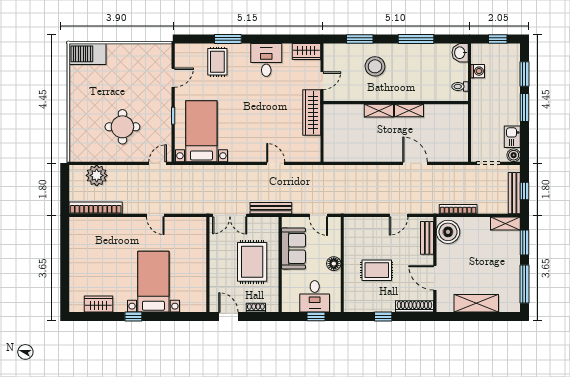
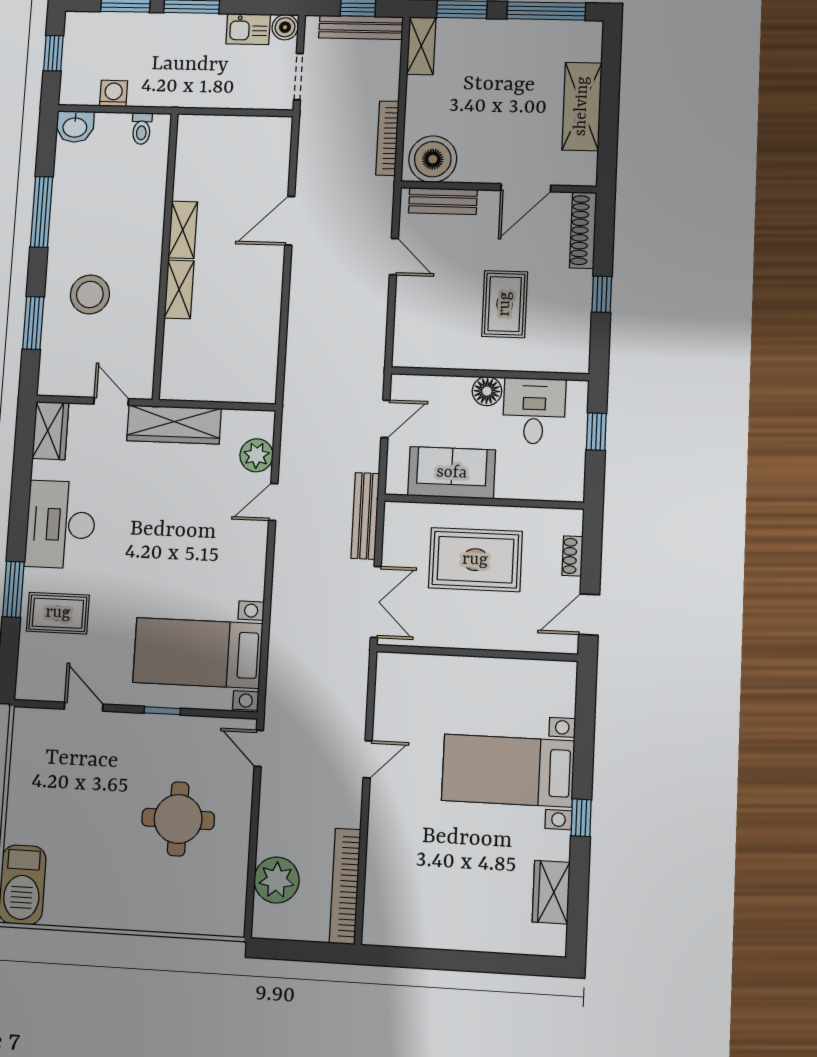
desk: (266, 60) -> (61, 525), width x1.37
plant: (298, 154) -> (256, 455), added
desk: (315, 296) -> (534, 411), moved, turned -90

